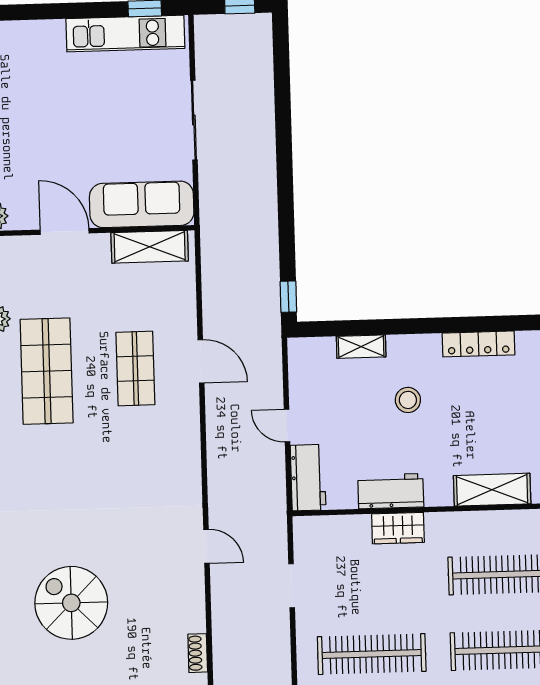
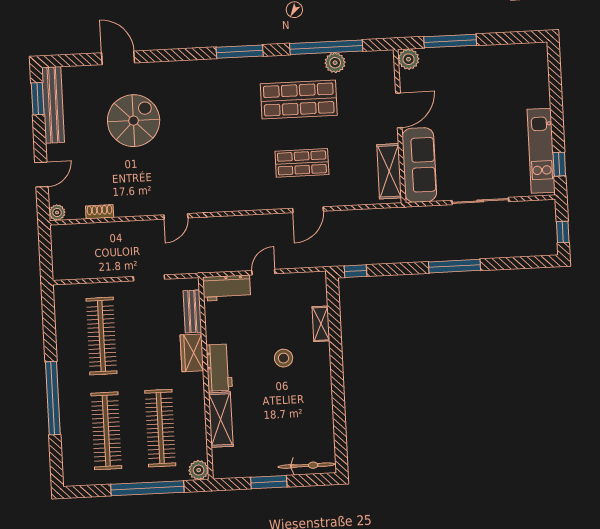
window: (284, 158) -> (454, 266), added
locker: (479, 344) -> (325, 408), removed
workbench: (391, 491) -> (219, 367), moved
bench: (340, 526) -> (192, 311), added

